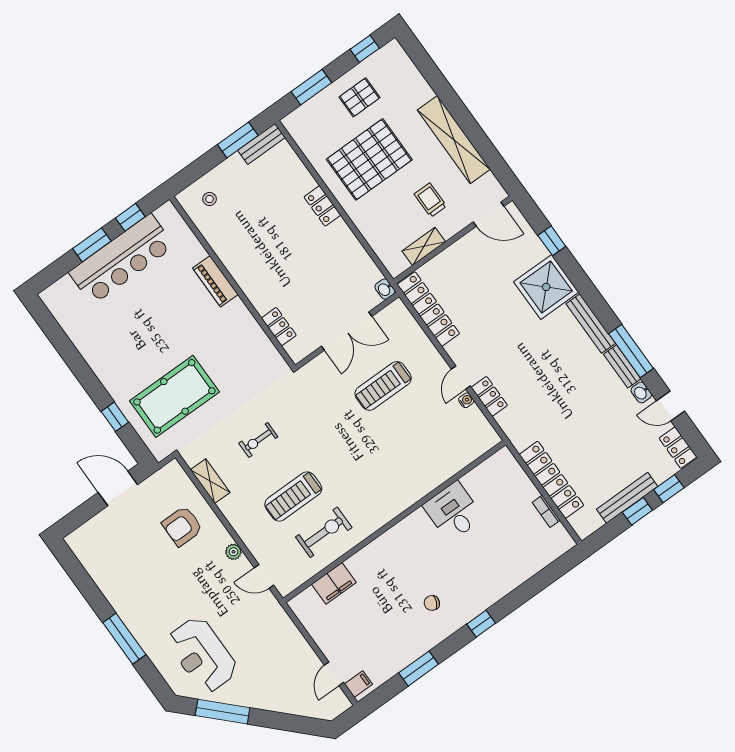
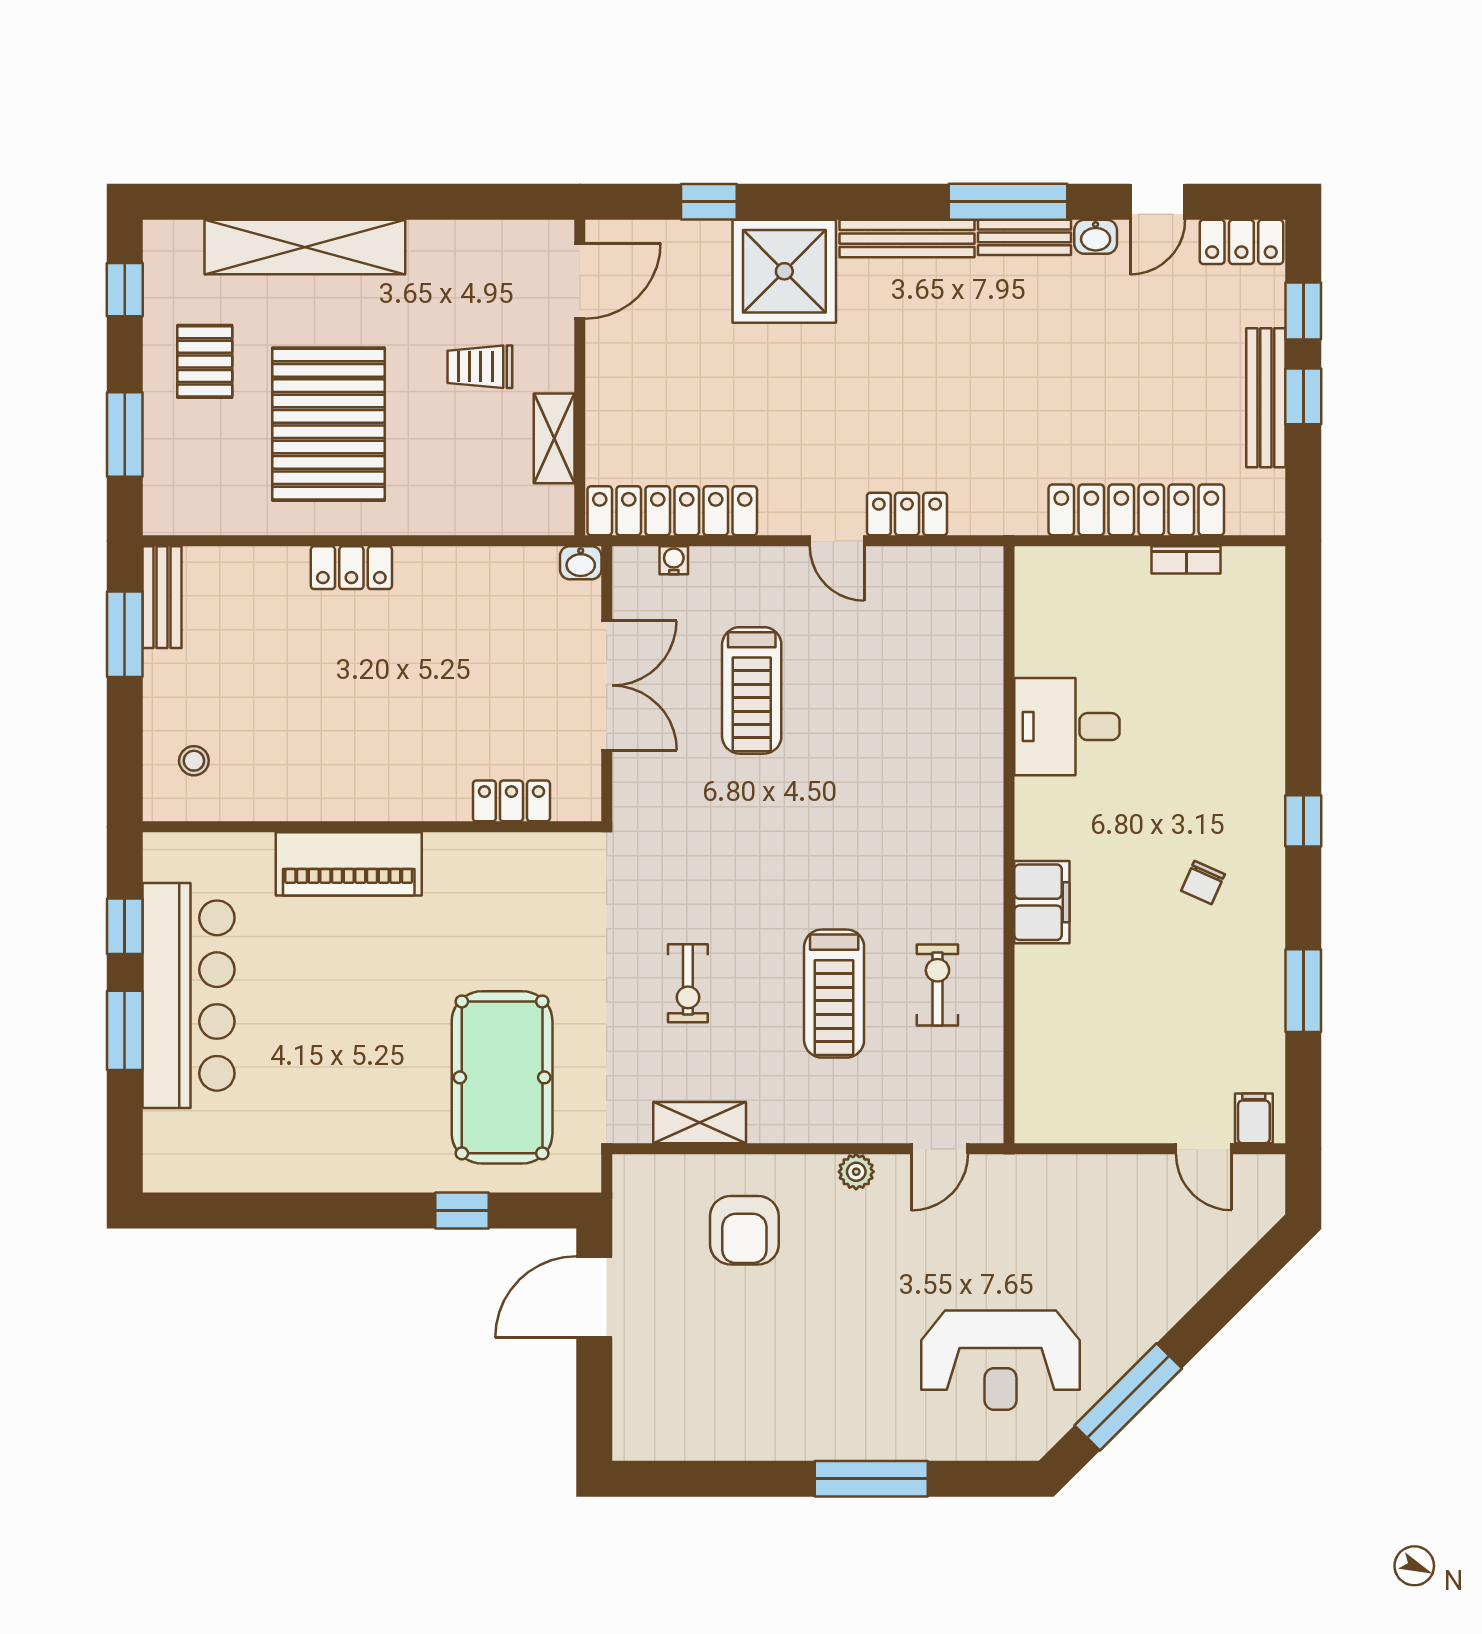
shelving: (454, 140) -> (305, 247), moved
piano: (215, 281) -> (349, 864), width x1.37, depth x1.33
water cooler: (466, 400) -> (674, 560), moved
exercise bike: (324, 532) -> (937, 985), width x0.73, depth x0.72
filing cabinet: (334, 583) -> (1042, 902), moved

